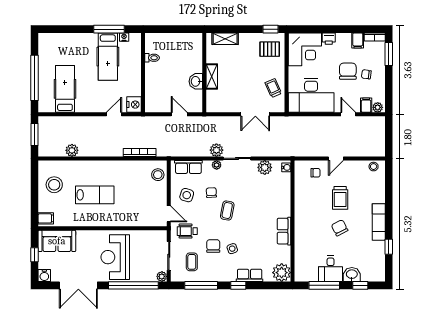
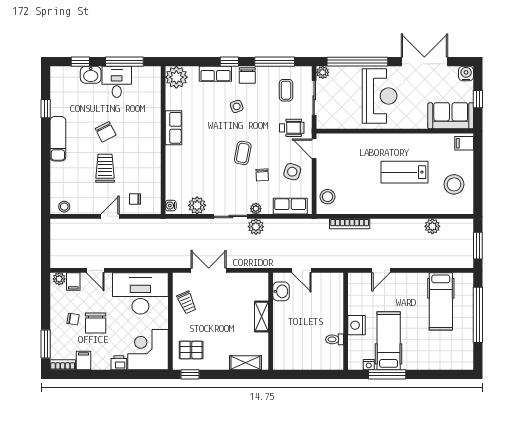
washbasin: (196, 81) -> (281, 291), moved
nightstand: (134, 105) -> (356, 325), moved
chair: (213, 246) -> (247, 76), moved

